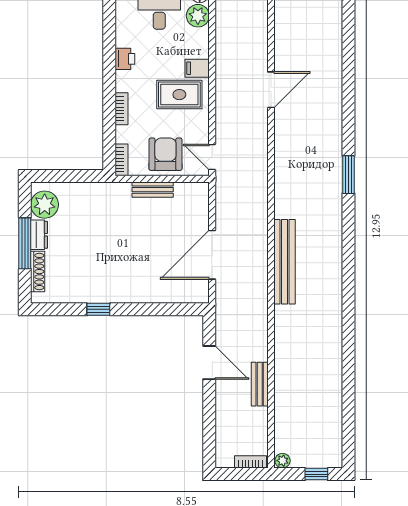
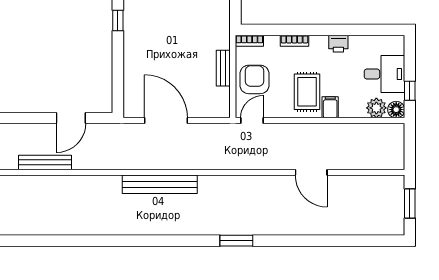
armchair: (165, 154) -> (254, 79), turned -90
bench: (260, 384) -> (45, 162), width x1.36

